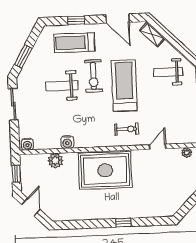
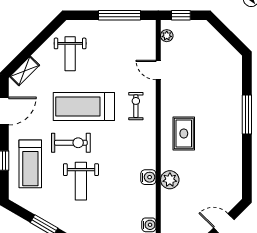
plant: (55, 161) -> (170, 180), moved
rug: (105, 170) -> (184, 134), width x0.54, depth x0.49
window: (123, 223) -> (247, 114), width x2.17

